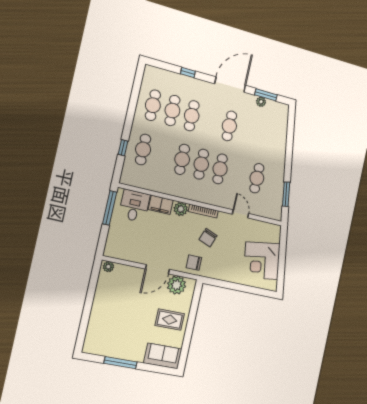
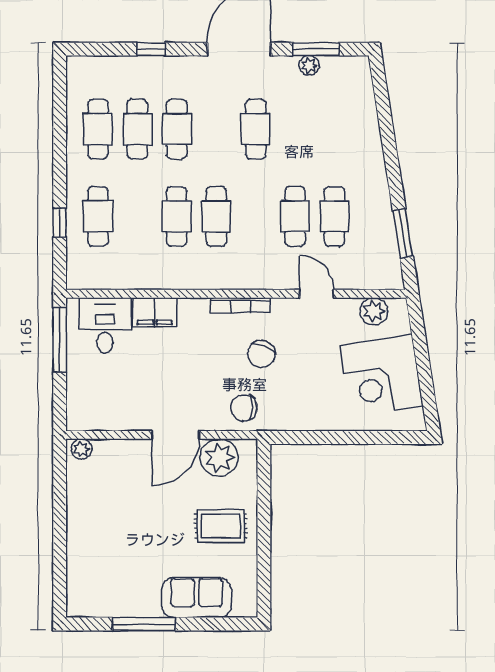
cafe table: (220, 169) -> (295, 216), moved
plant: (181, 209) -> (374, 311), moved
sofa: (163, 356) -> (196, 598), moved

